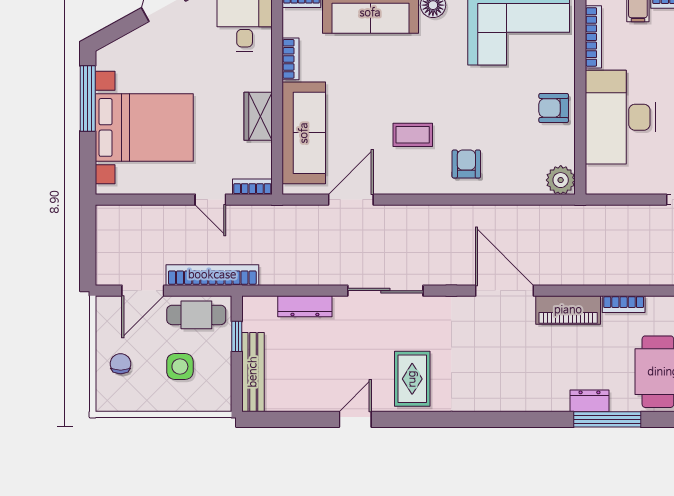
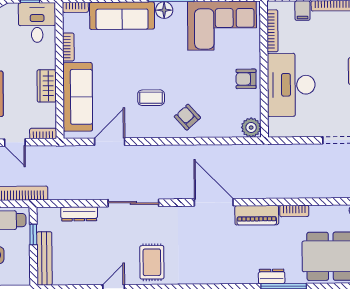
armchair: (466, 164) -> (187, 117), turned -42

